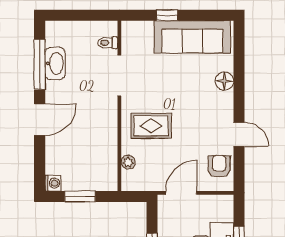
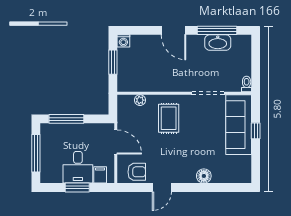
sofa: (192, 37) -> (239, 125), moved
toilet: (108, 43) -> (247, 84), moved
filing cabinet: (223, 213) -> (100, 175), added

